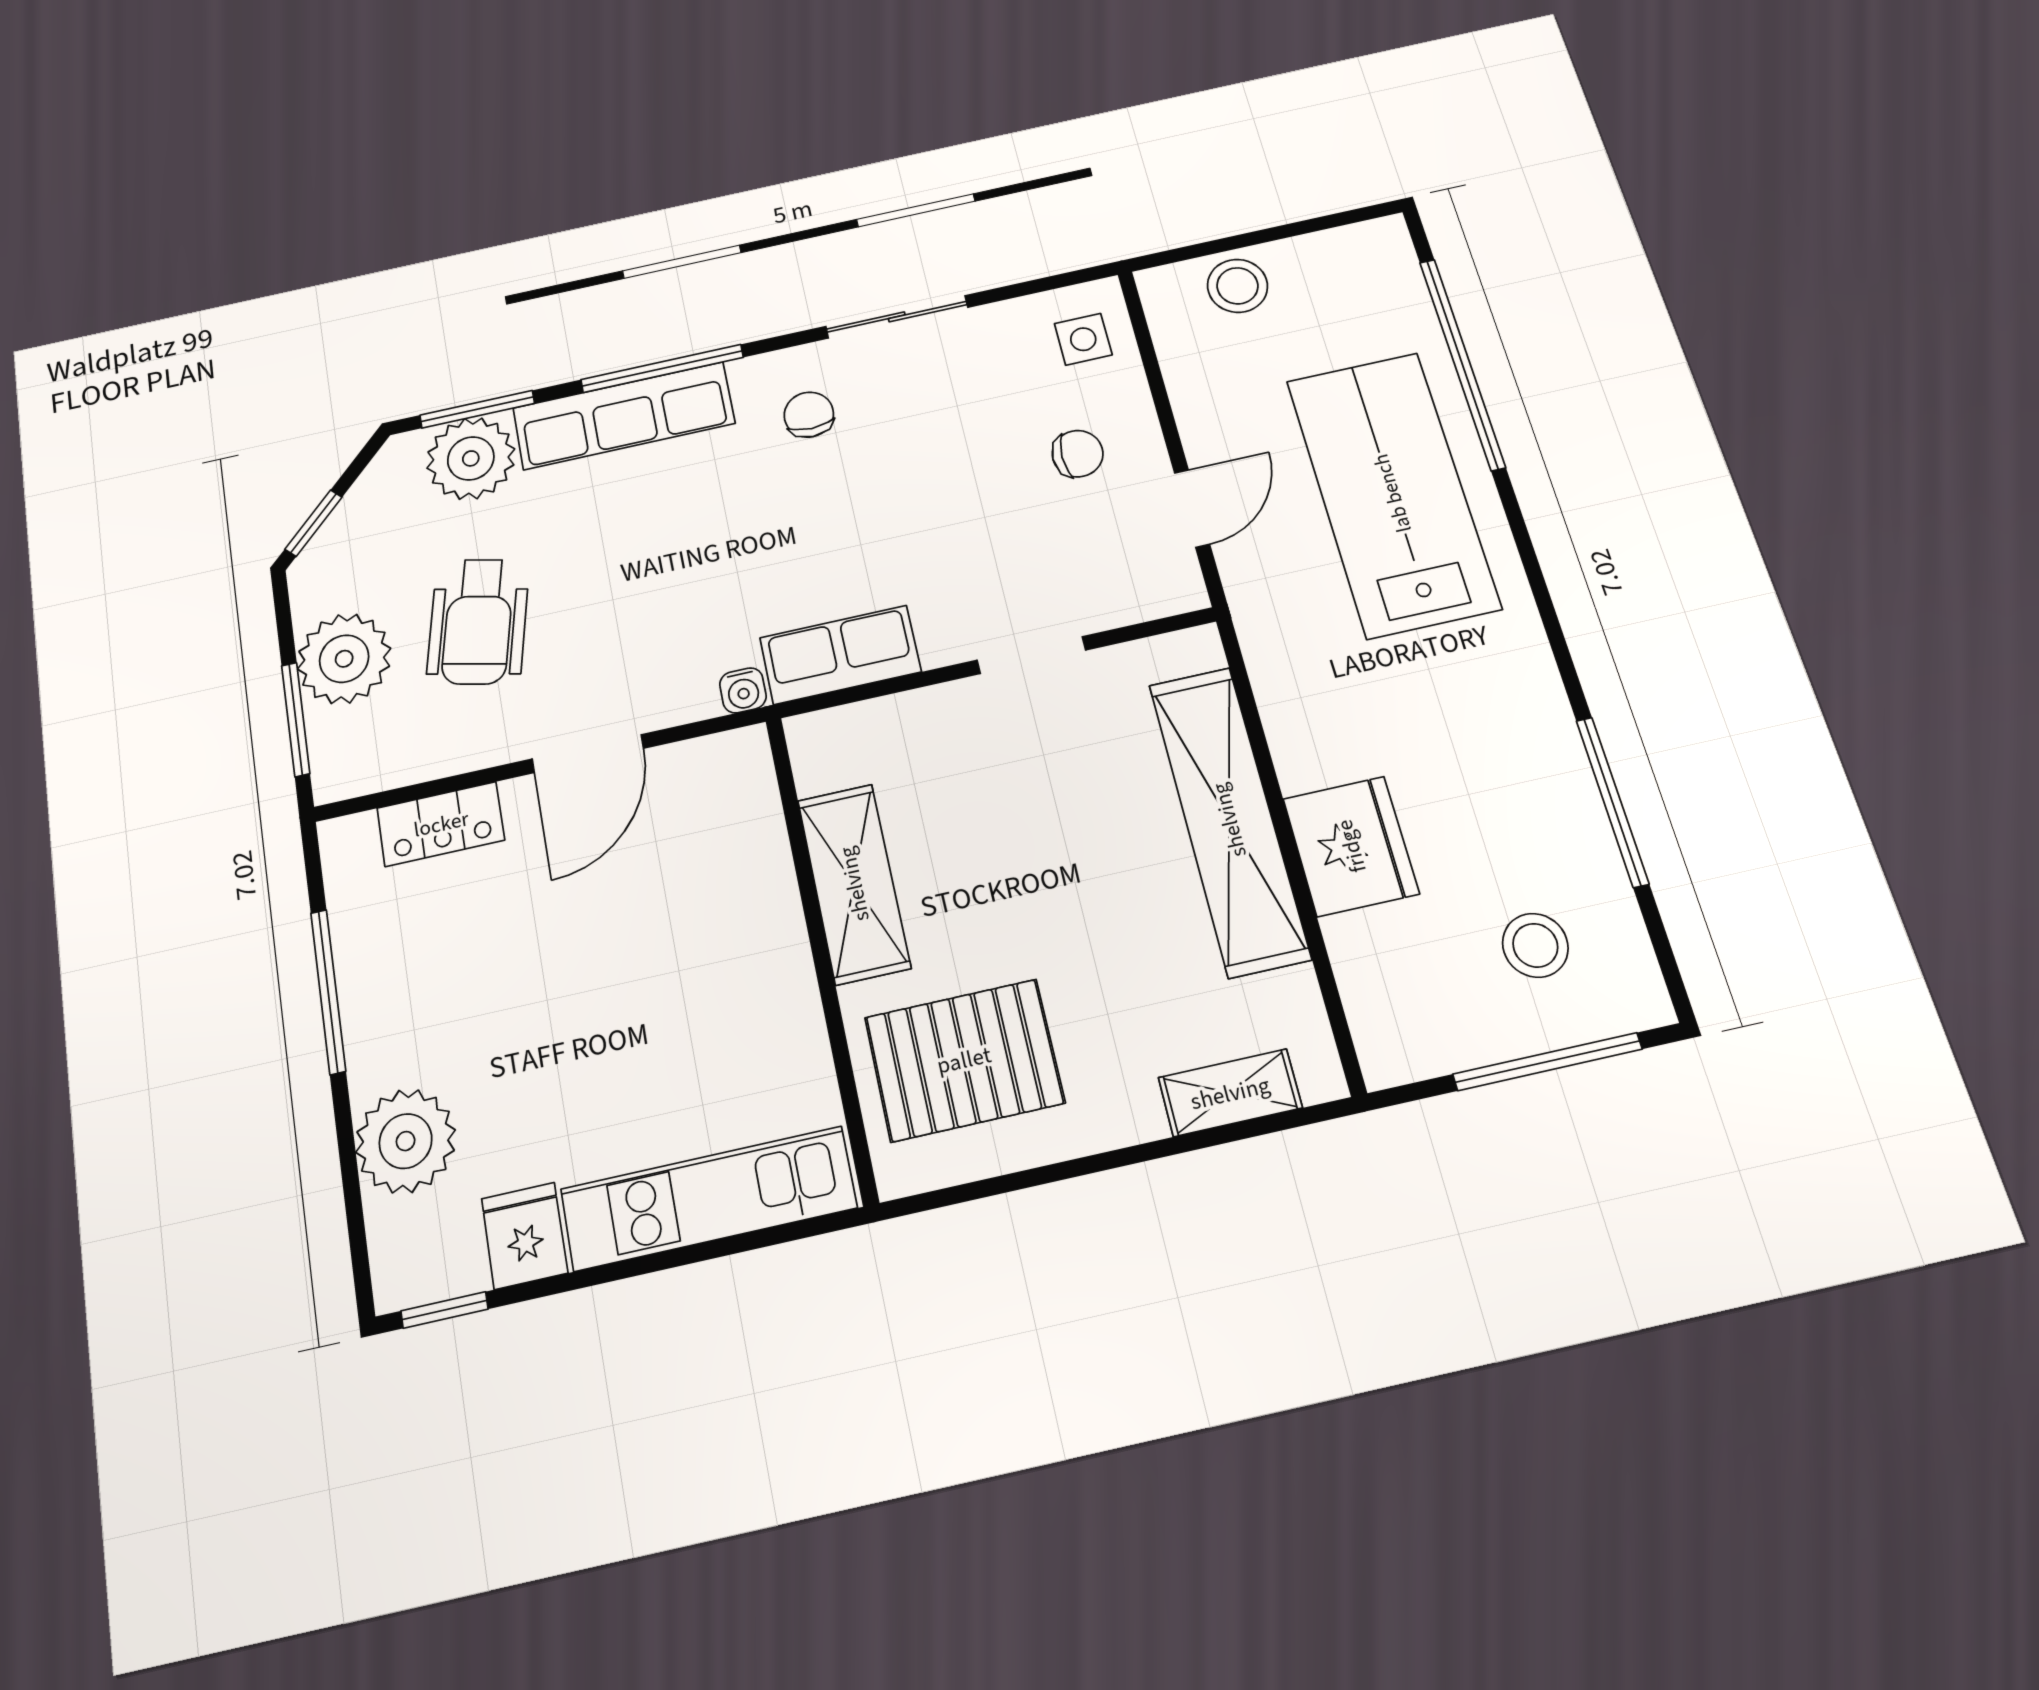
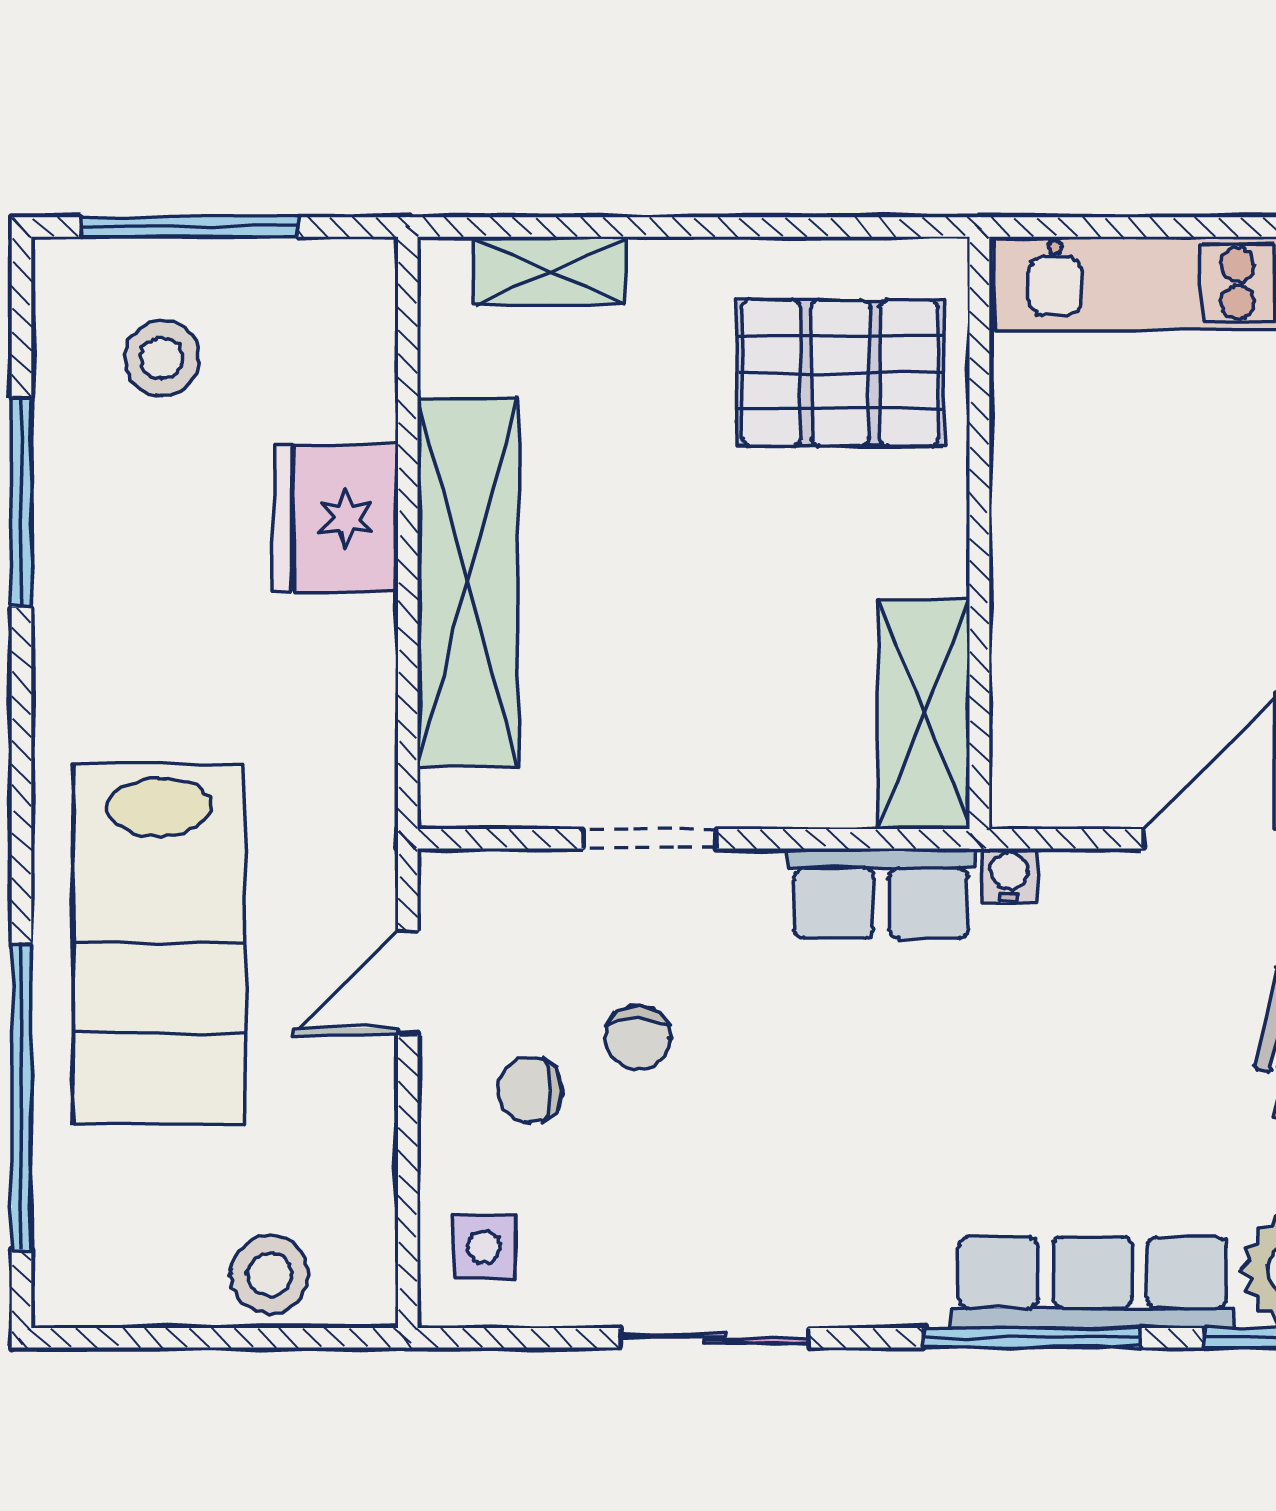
chair: (809, 415) -> (638, 1038), moved
shelving: (854, 884) -> (924, 714), moved

